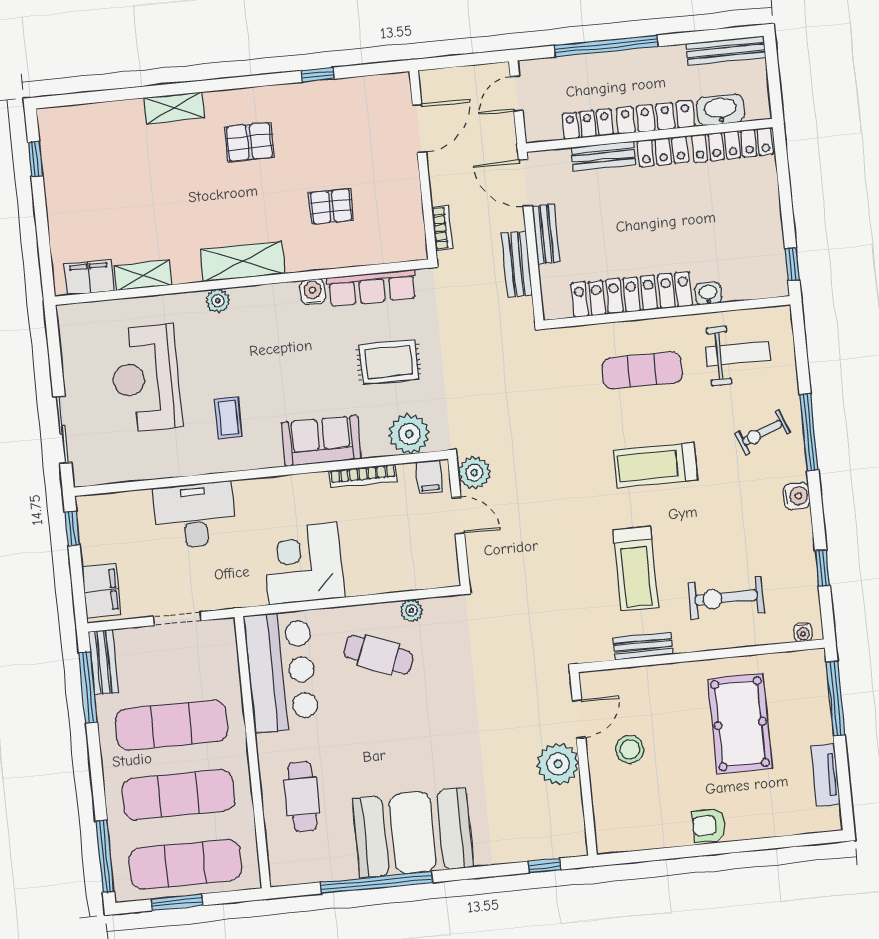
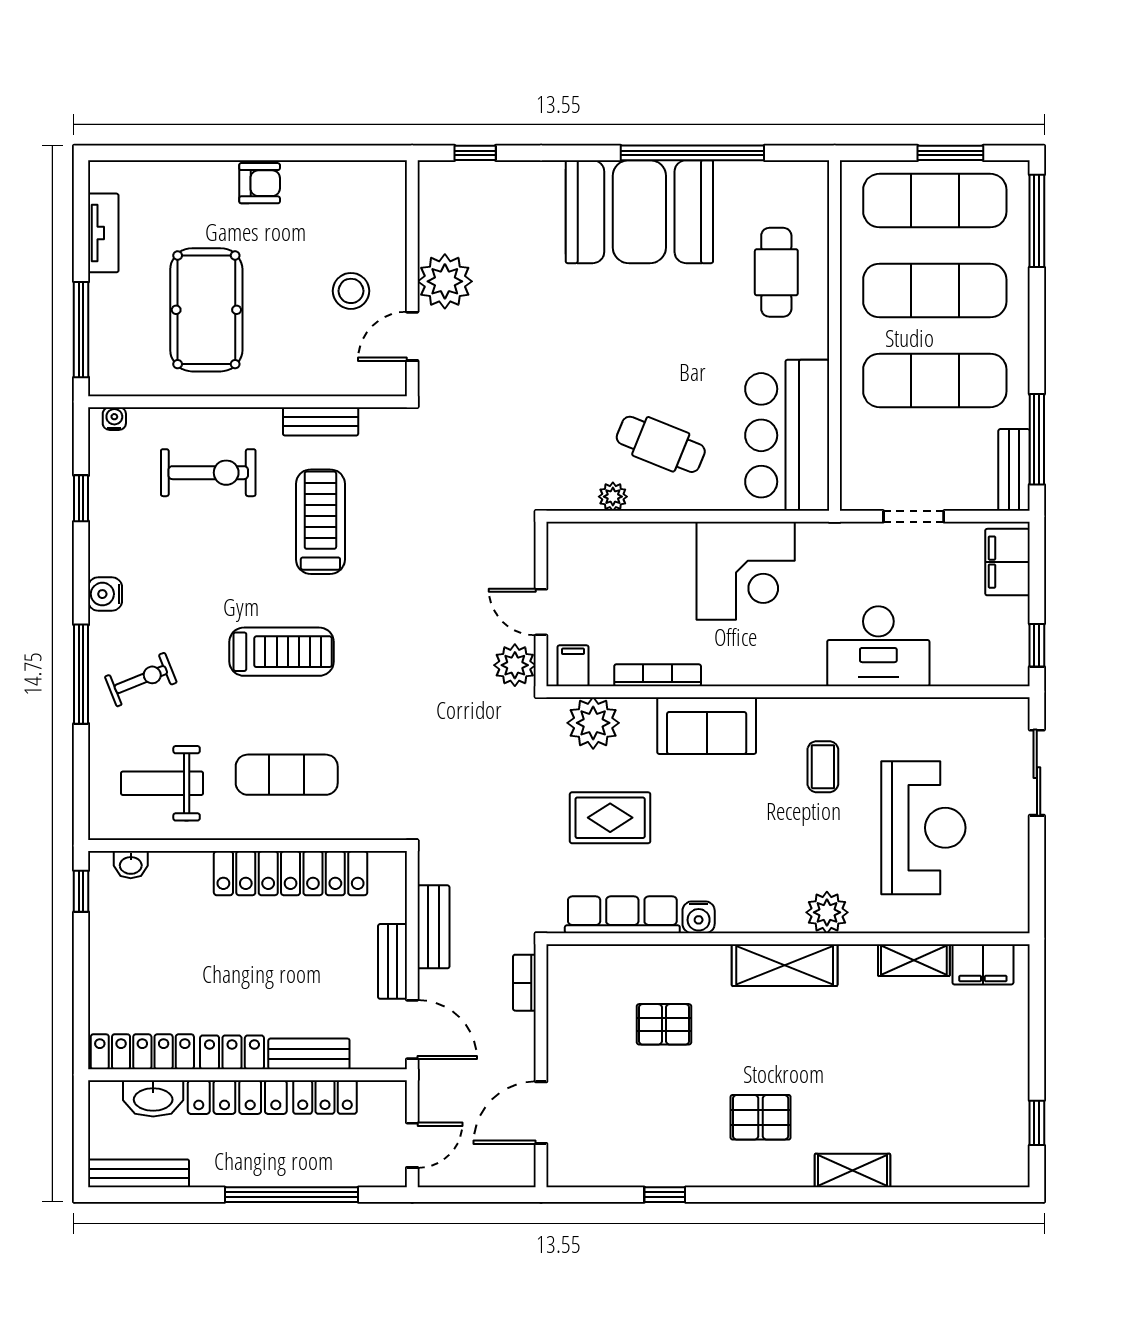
washbasin: (708, 294) -> (131, 865), moved
plant: (218, 301) -> (827, 912), width x1.38, depth x1.38

